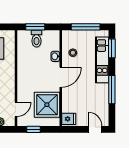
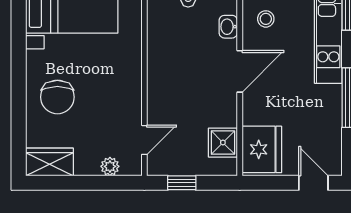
shower: (47, 105) -> (223, 143), width x0.54, depth x0.54
fridge: (69, 119) -> (262, 149), width x1.88, depth x1.34

